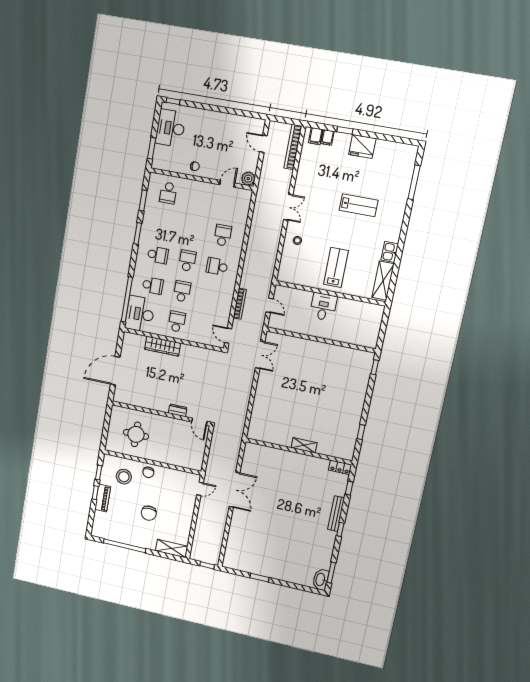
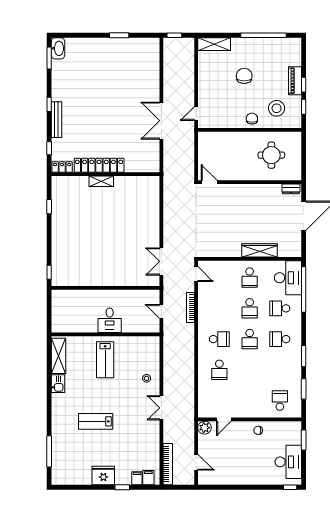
dresser: (178, 410) -> (291, 189), moved
locker: (303, 461) -> (99, 165), added

